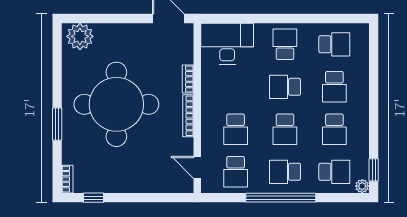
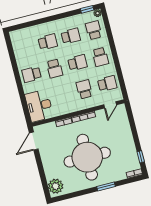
school desk: (334, 44) -> (25, 48), removed
school desk: (236, 129) -> (84, 89), turned -90
window: (281, 198) -> (115, 56), removed

